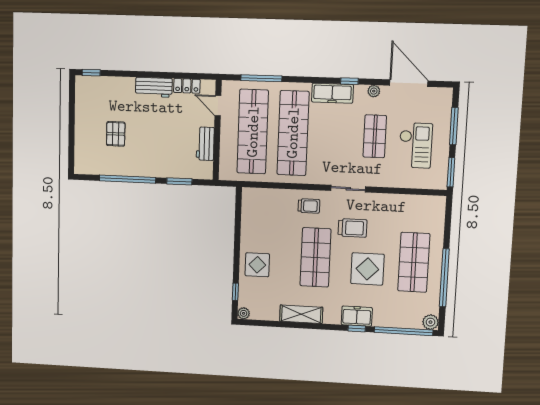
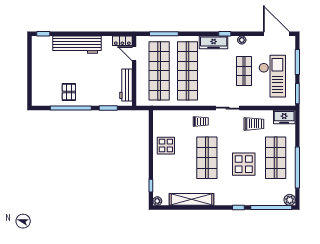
door: (409, 83) -> (276, 34), moved
locker: (187, 86) -> (122, 41), moved
workbench: (154, 87) -> (77, 45), width x1.88, depth x1.32
pallet: (116, 134) -> (69, 92), moved
workbench: (205, 144) -> (126, 85), width x1.38
checkout: (415, 145) -> (272, 76), width x1.36, depth x1.21
trolley: (353, 228) -> (254, 124), moved
display table: (257, 265) -> (166, 146), moved
shelving: (301, 314) -> (192, 199), width x1.47
freezer: (357, 316) -> (284, 117), moved, turned 180

